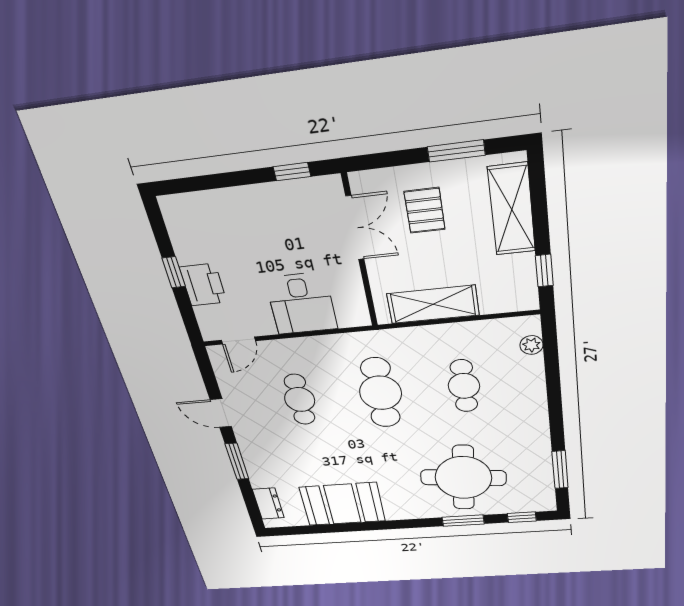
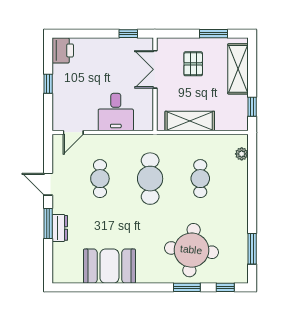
double door: (355, 228) -> (155, 69), swing flipped
printer: (203, 285) -> (63, 50), moved
dresser: (268, 504) -> (60, 228), moved

